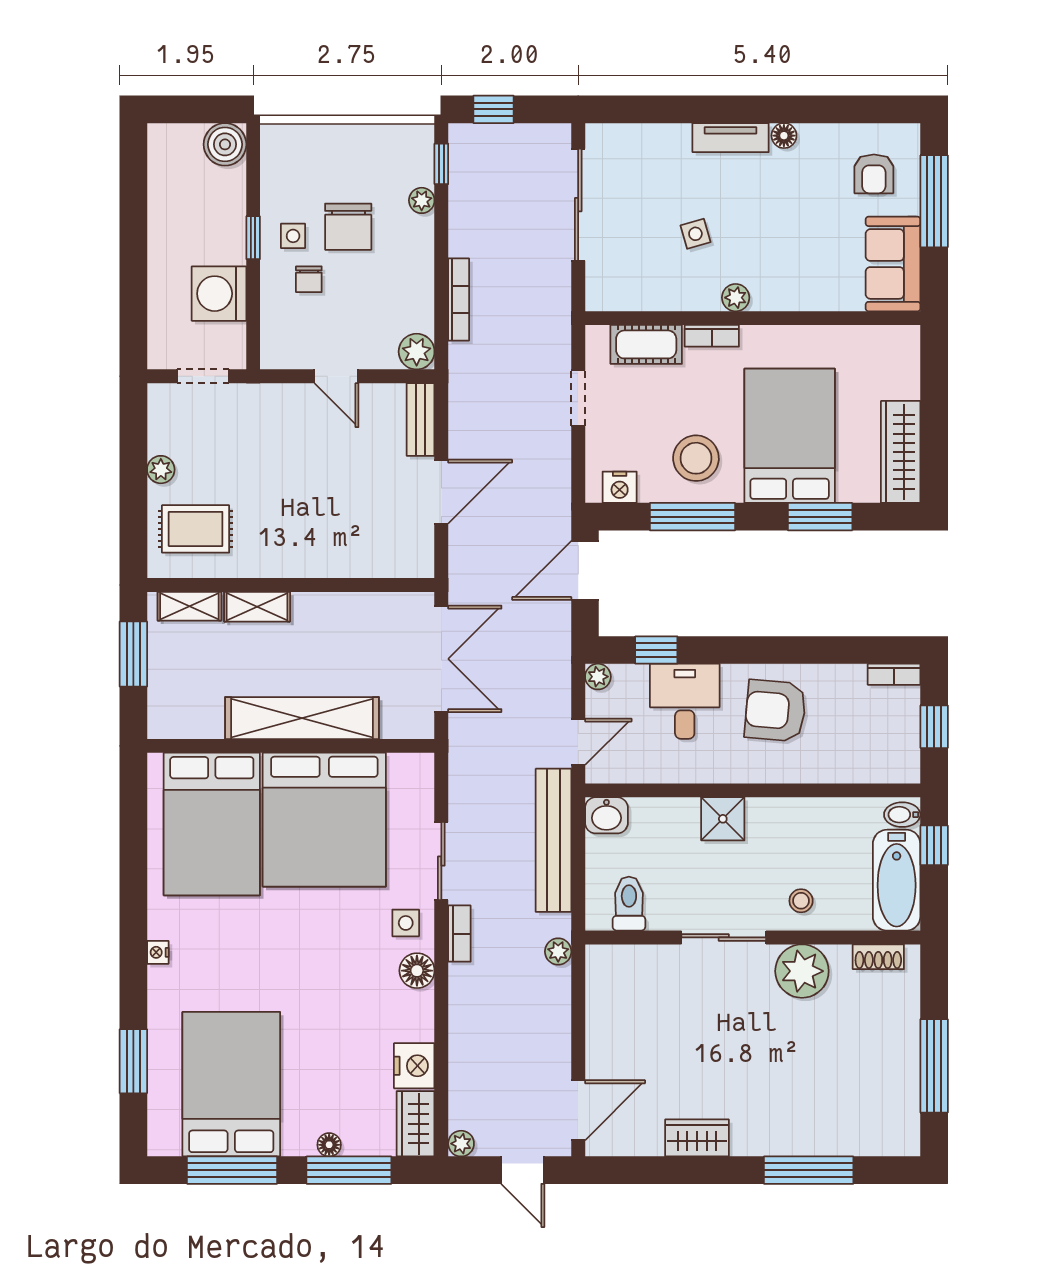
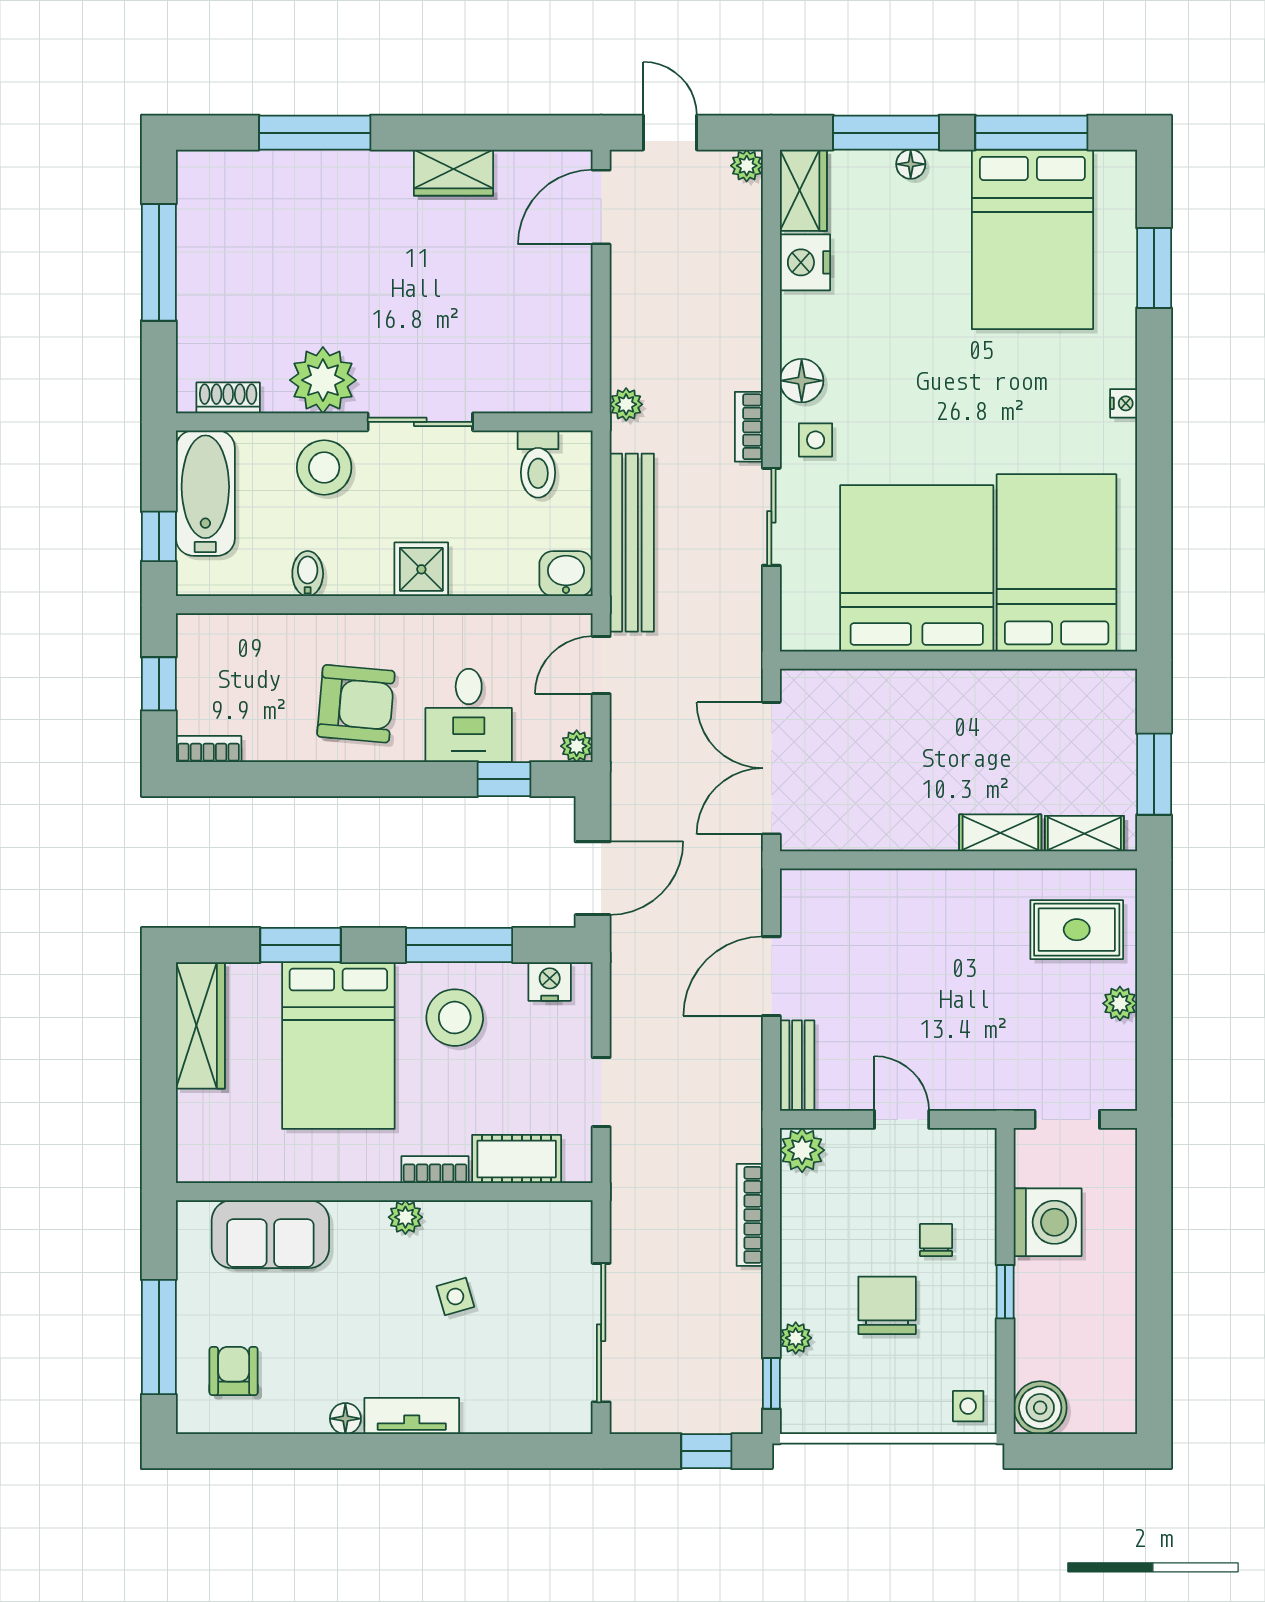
side table: (293, 236) -> (968, 1406), moved
sofa: (893, 264) -> (270, 1234), moved, turned 90
shelving: (302, 718) -> (944, 695), removed
bidet: (902, 815) -> (308, 574), moved, turned -90
stool: (801, 901) -> (324, 467), width x1.89, depth x1.89

